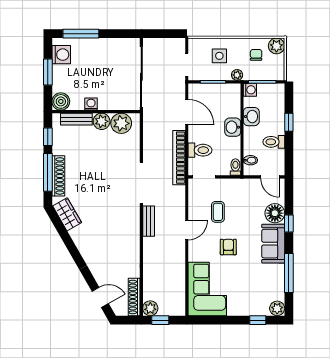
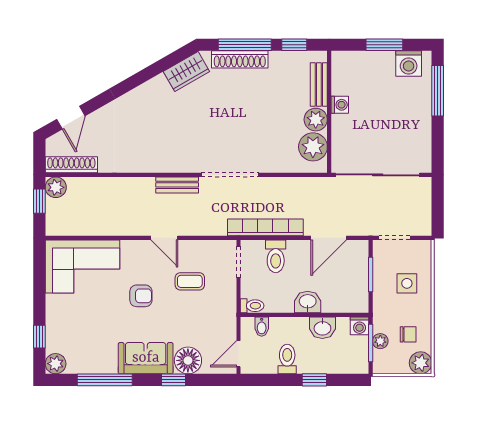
plant: (237, 75) -> (380, 341), moved
boiler: (61, 101) -> (343, 63), removed

